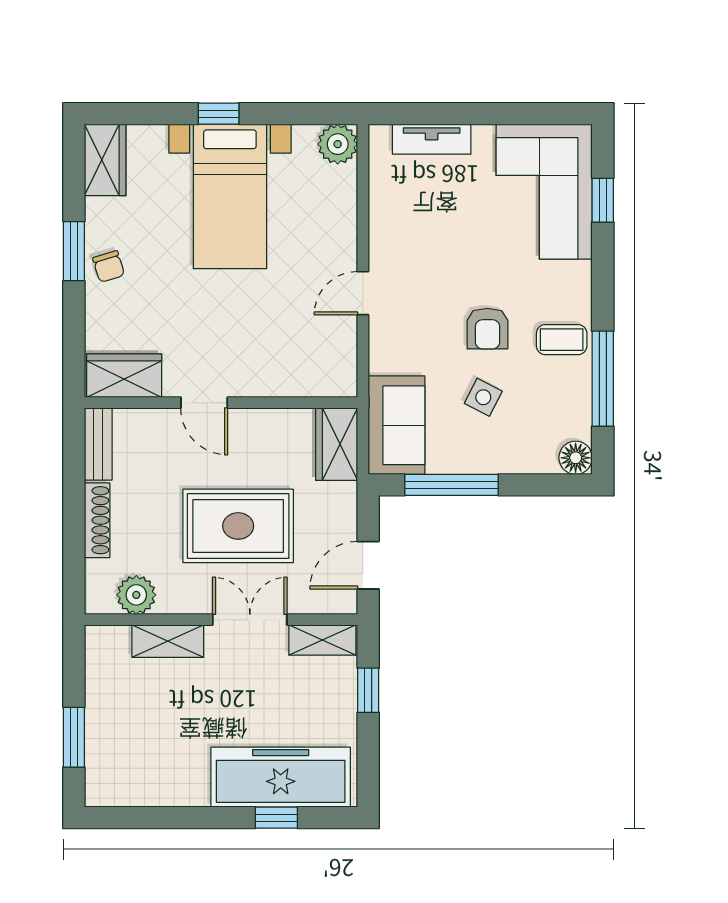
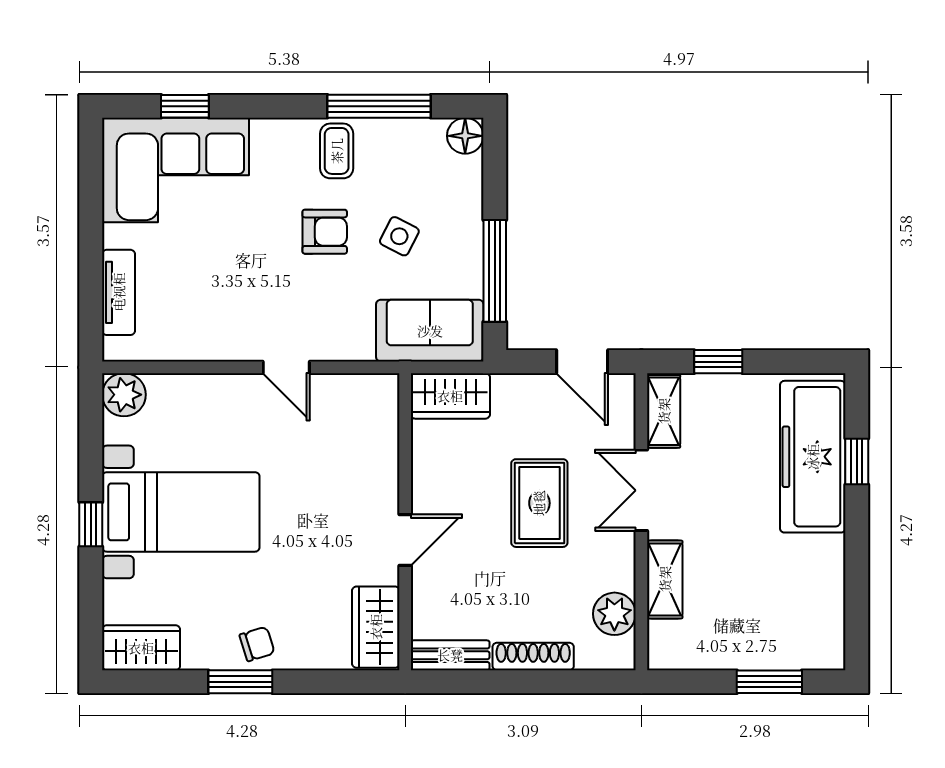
rug: (238, 526) -> (539, 503), width x0.73, depth x0.70

